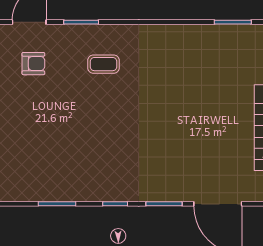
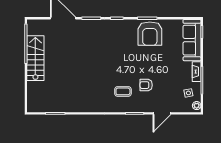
armchair: (33, 64) -> (146, 85), moved
armchair: (52, 174) -> (150, 34), added

